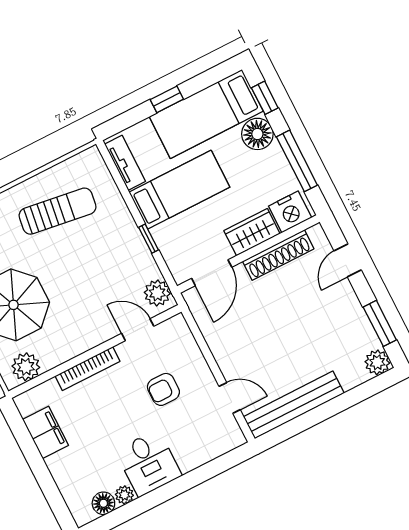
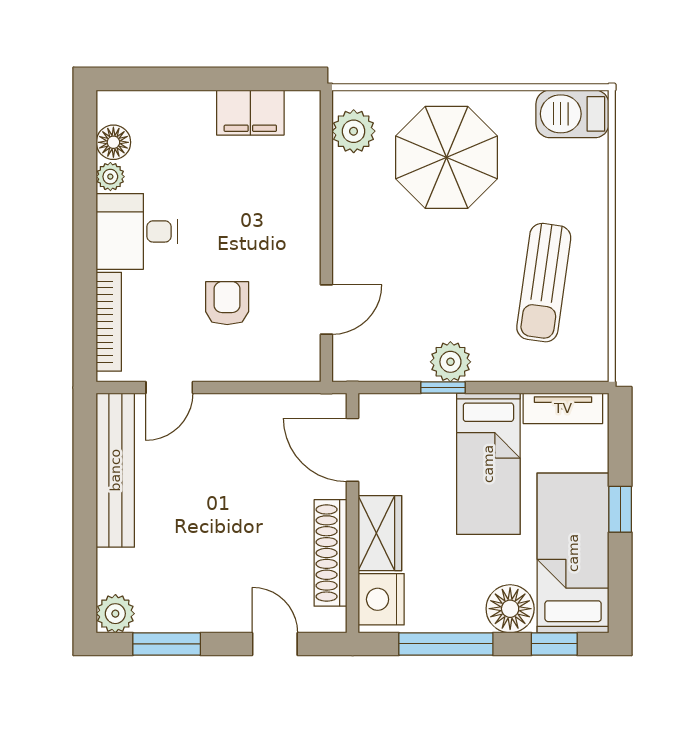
plant: (157, 293) -> (450, 362), moved
bookcase: (88, 369) -> (109, 322), moved, turned 180

